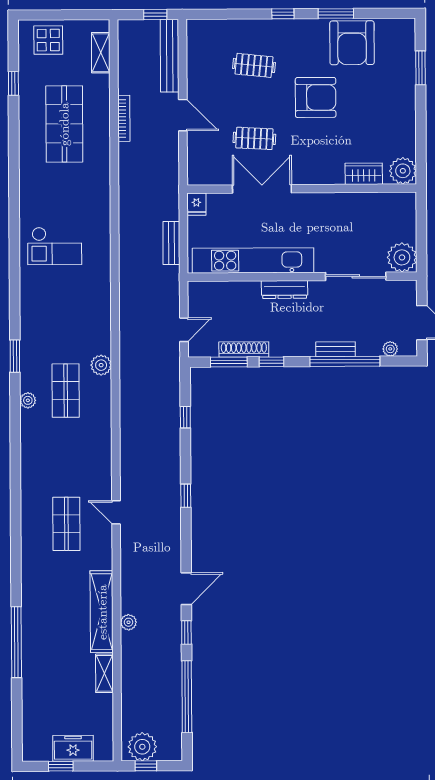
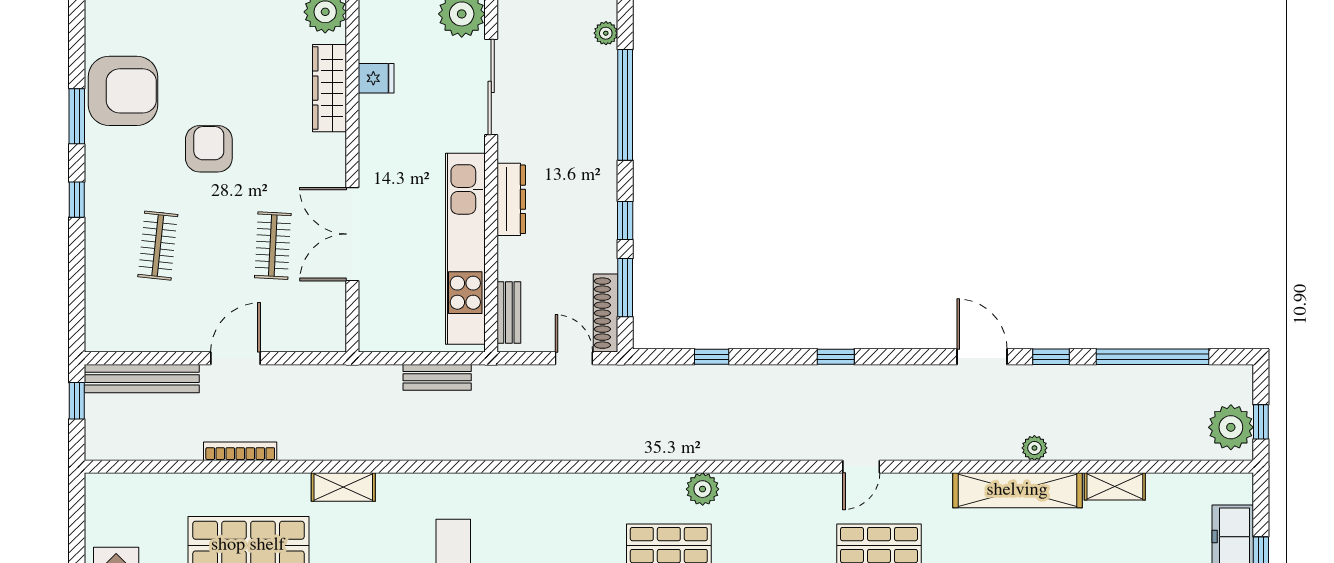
shelving: (101, 53) -> (343, 487), moved
armchair: (316, 97) -> (209, 149), width x0.73, depth x0.73
wardrobe: (364, 174) -> (329, 88), width x1.50
fridge: (196, 204) -> (376, 78), moved
shoe rack: (244, 349) -> (606, 313), moved
bench: (335, 349) -> (509, 312), moved
plant: (101, 365) -> (703, 489), moved

